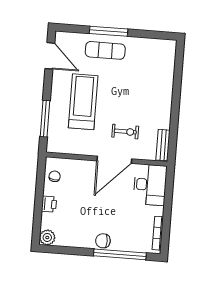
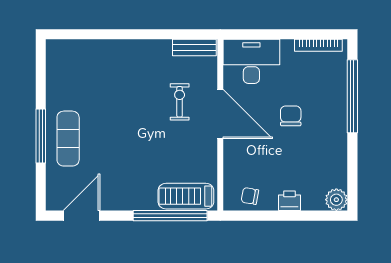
treadmill: (83, 102) -> (186, 196), moved, width x0.73, depth x0.73
window: (45, 119) -> (170, 216), width x1.46
chair: (103, 241) -> (291, 116), moved, turned 180

